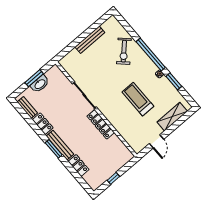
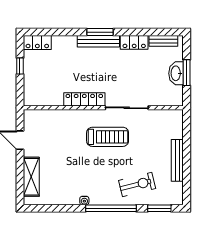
exercise bike: (124, 51) -> (137, 184), turned 122
window: (174, 81) -> (159, 208), moved
treadmill: (138, 99) -> (108, 137), moved
locker: (79, 165) -> (37, 42), moved

